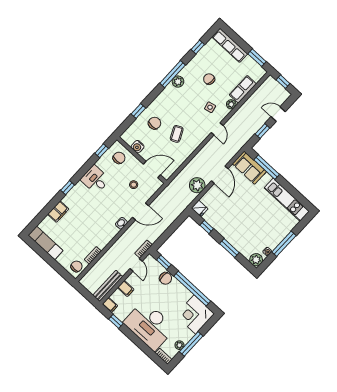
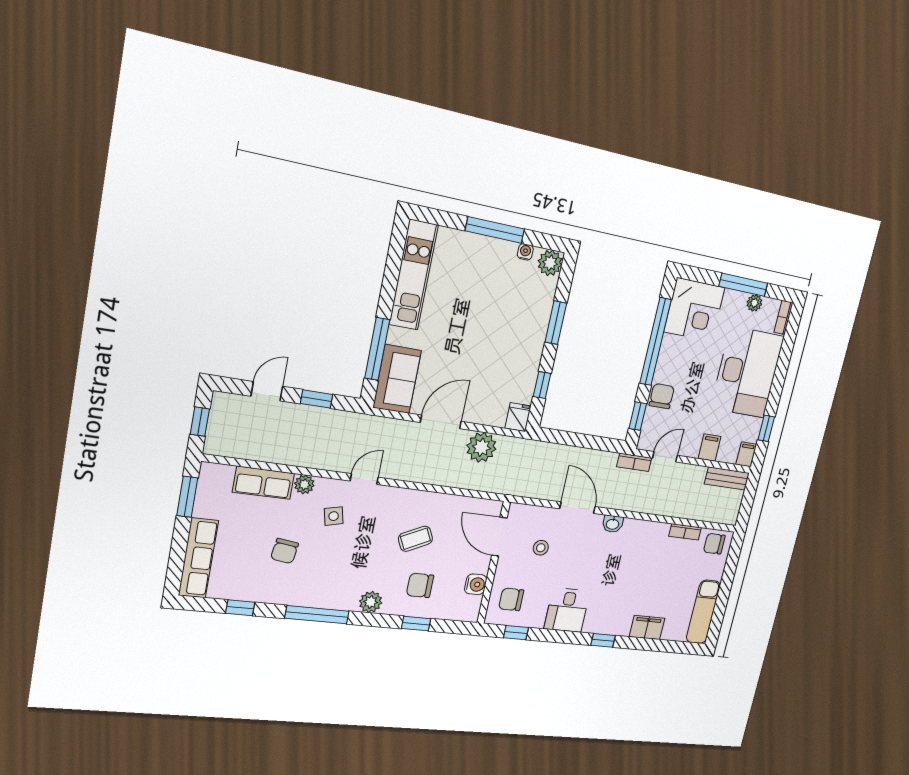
plant: (178, 82) -> (371, 602), moved
door: (278, 114) -> (267, 391), swing flipped
bench: (108, 286) -> (727, 479), width x0.73

